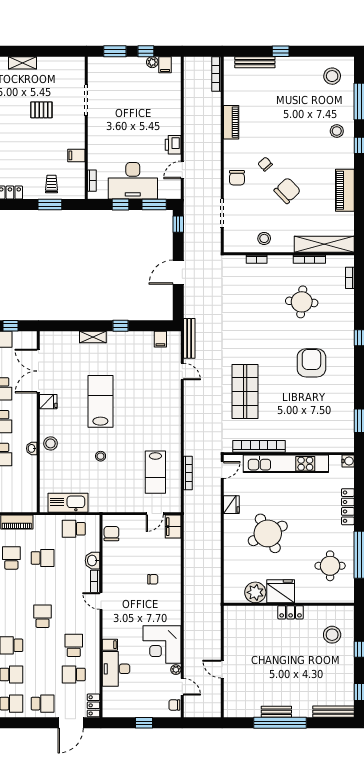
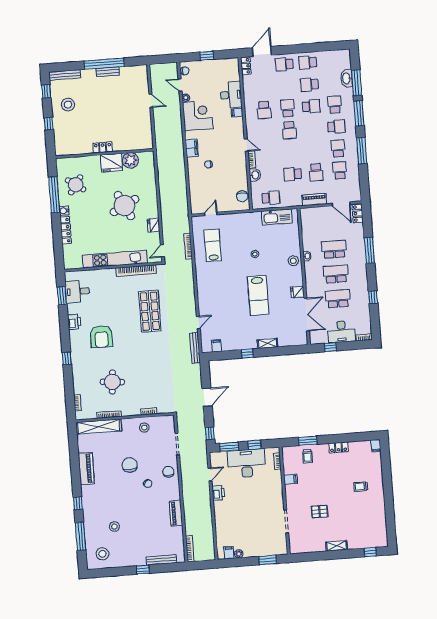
window: (146, 51) -> (244, 562), removed
stool: (337, 131) -> (114, 527), moved
chair: (287, 191) -> (130, 465), turned 134
door: (182, 371) -> (198, 323), swing flipped
printer: (346, 385) -> (74, 322), added
desk: (338, 425) -> (78, 291), added
water cooler: (348, 461) -> (64, 211), moved
filing cabinet: (173, 527) -> (192, 148), moved
round table: (330, 566) -> (76, 185), turned 35
stool: (332, 635) -> (68, 105), moved
school desk: (74, 674) -> (288, 108), moved, turned -90

